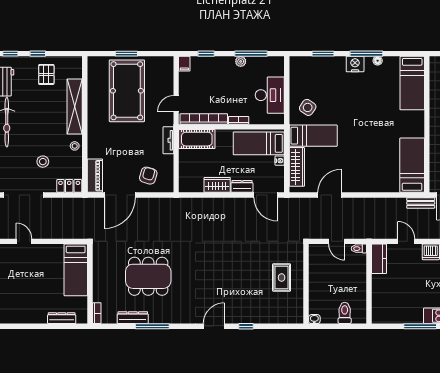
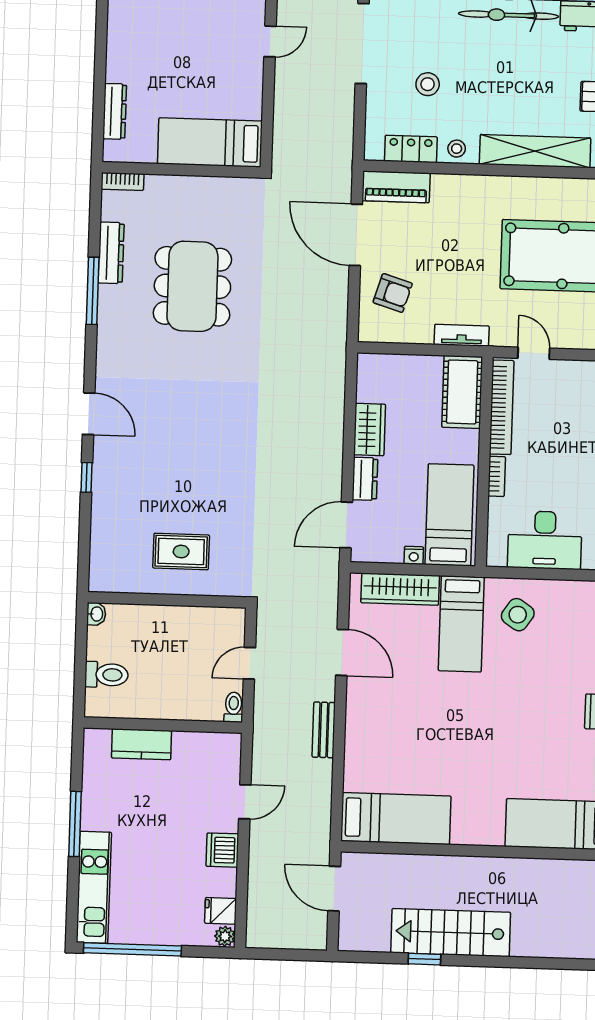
locker: (69, 186) -> (411, 149), moved, turned -90
bench: (421, 203) -> (324, 730), moved
kitchen counter: (379, 259) -> (142, 744), moved

